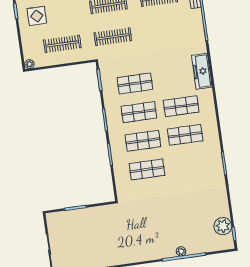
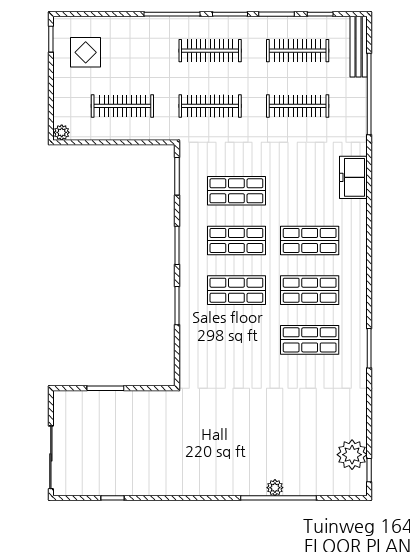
clothes rail: (163, 30) -> (298, 106), added
freezer: (202, 71) -> (353, 177), width x0.71
shop shelf: (147, 169) -> (310, 340), moved

